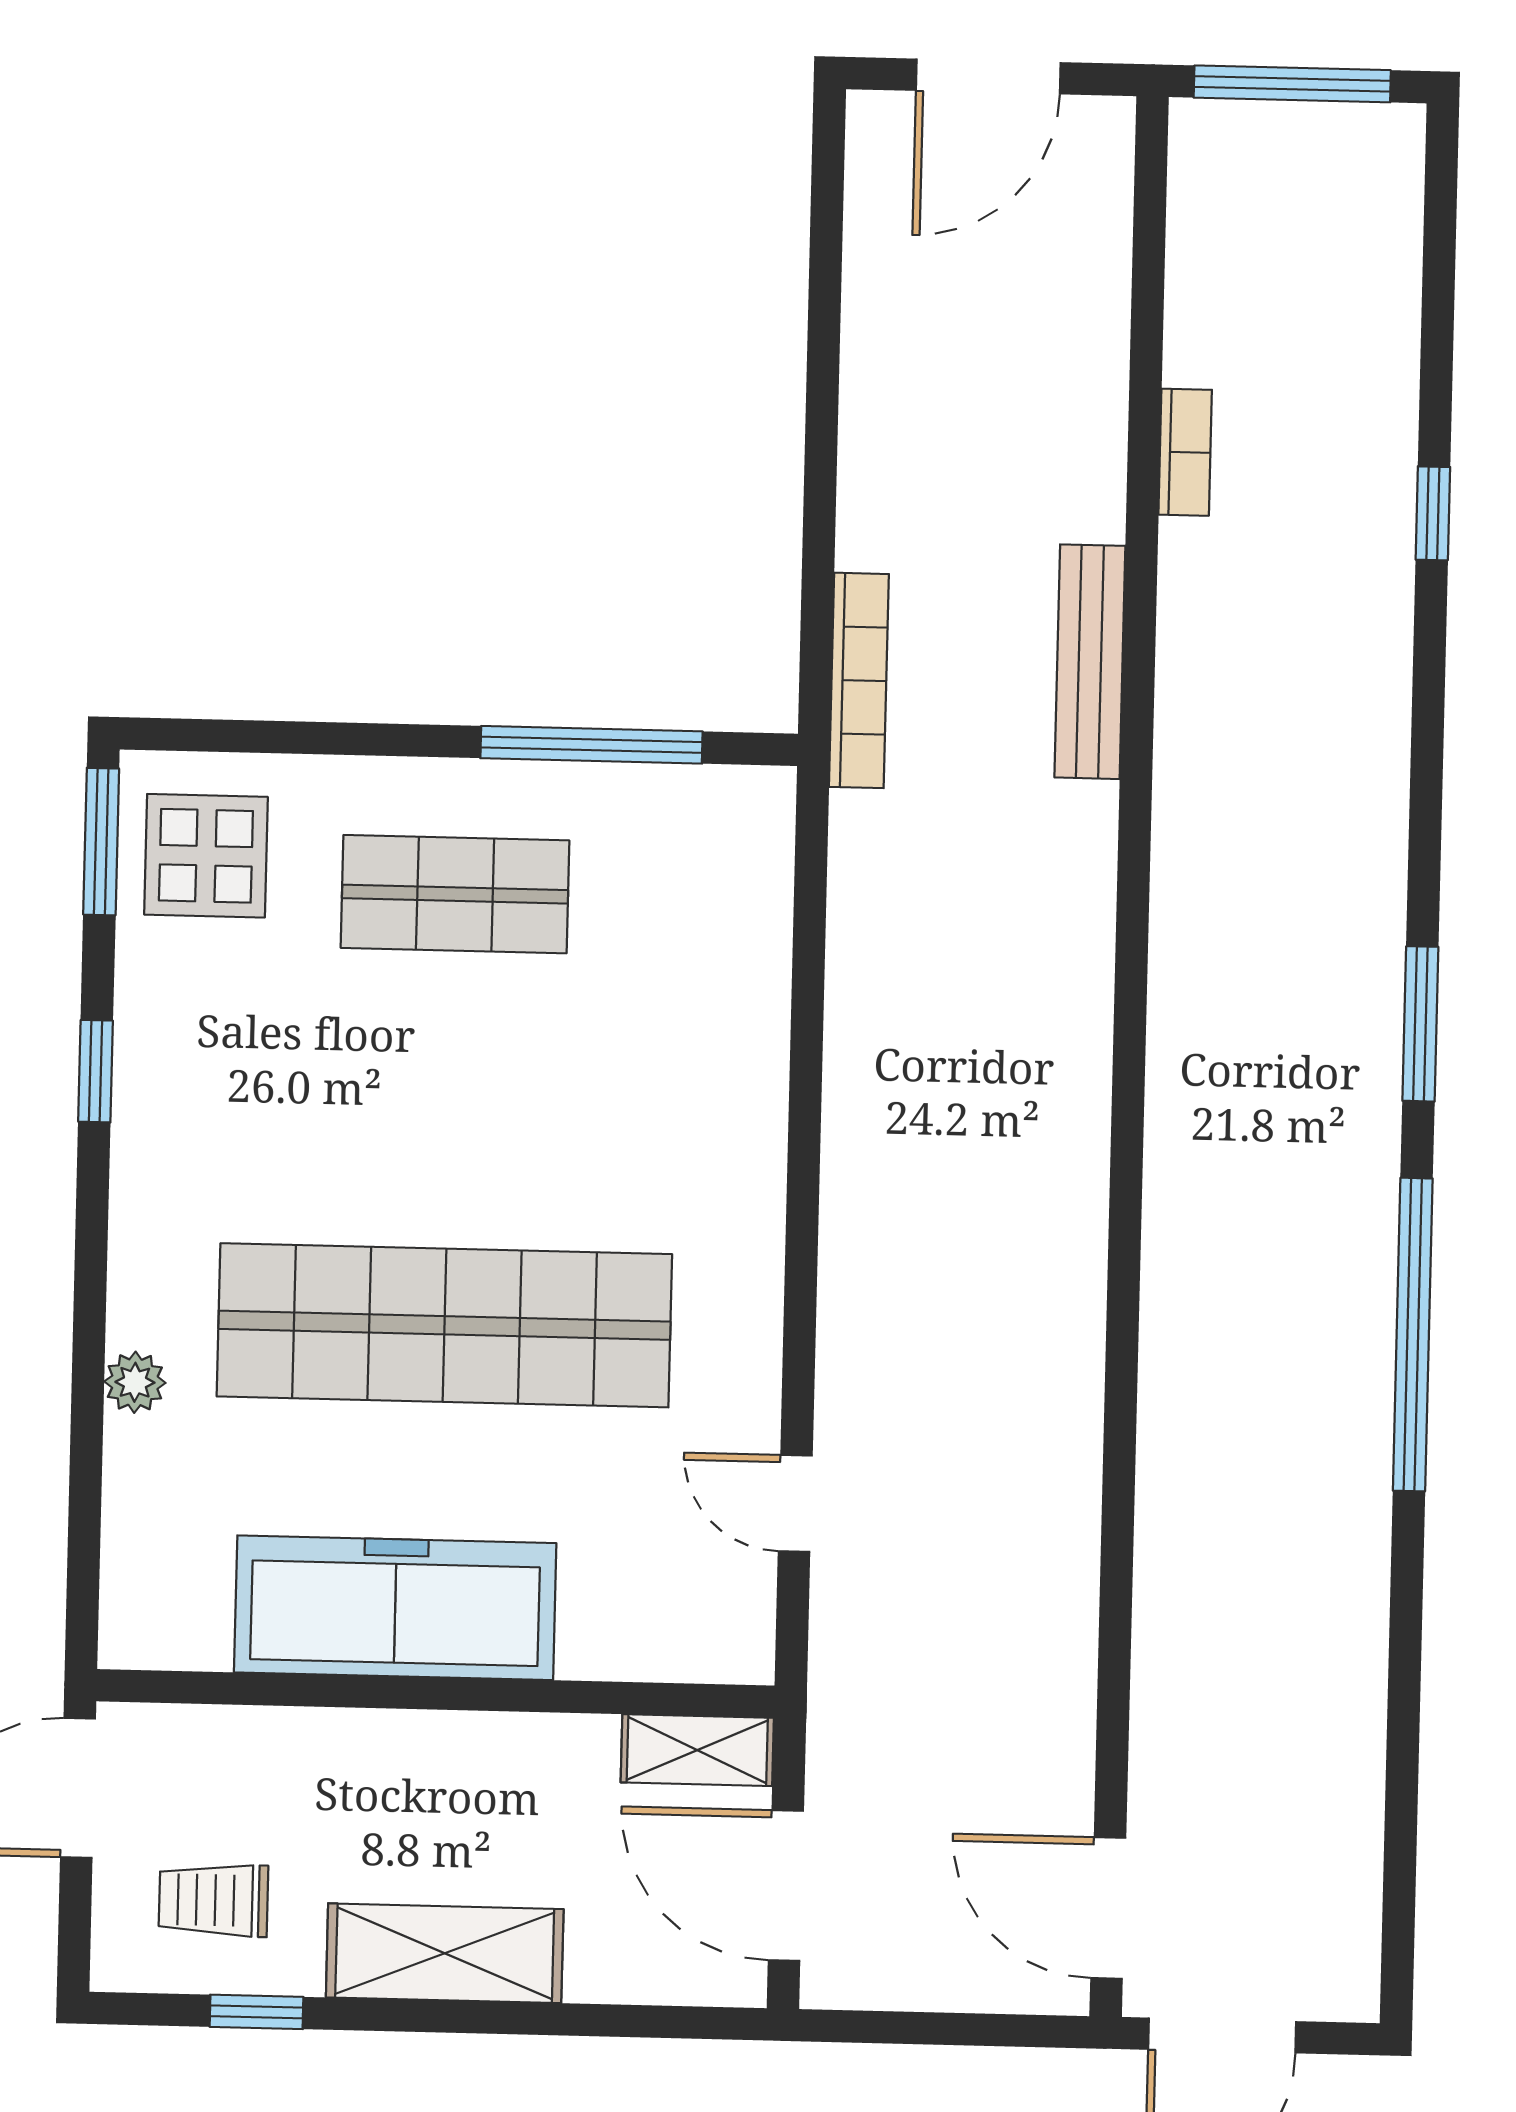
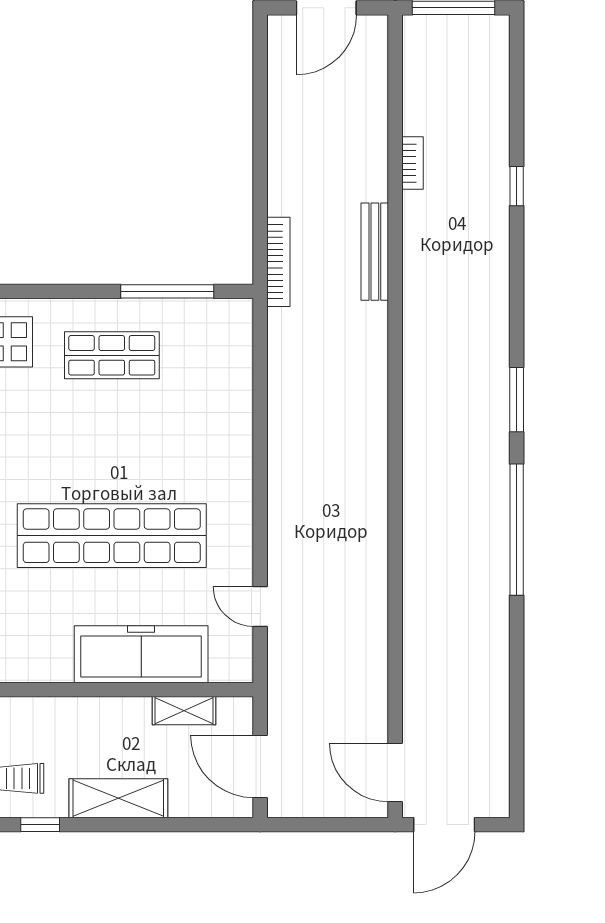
freezer: (395, 1608) -> (141, 654), moved
shelving: (697, 1750) -> (184, 711), moved

